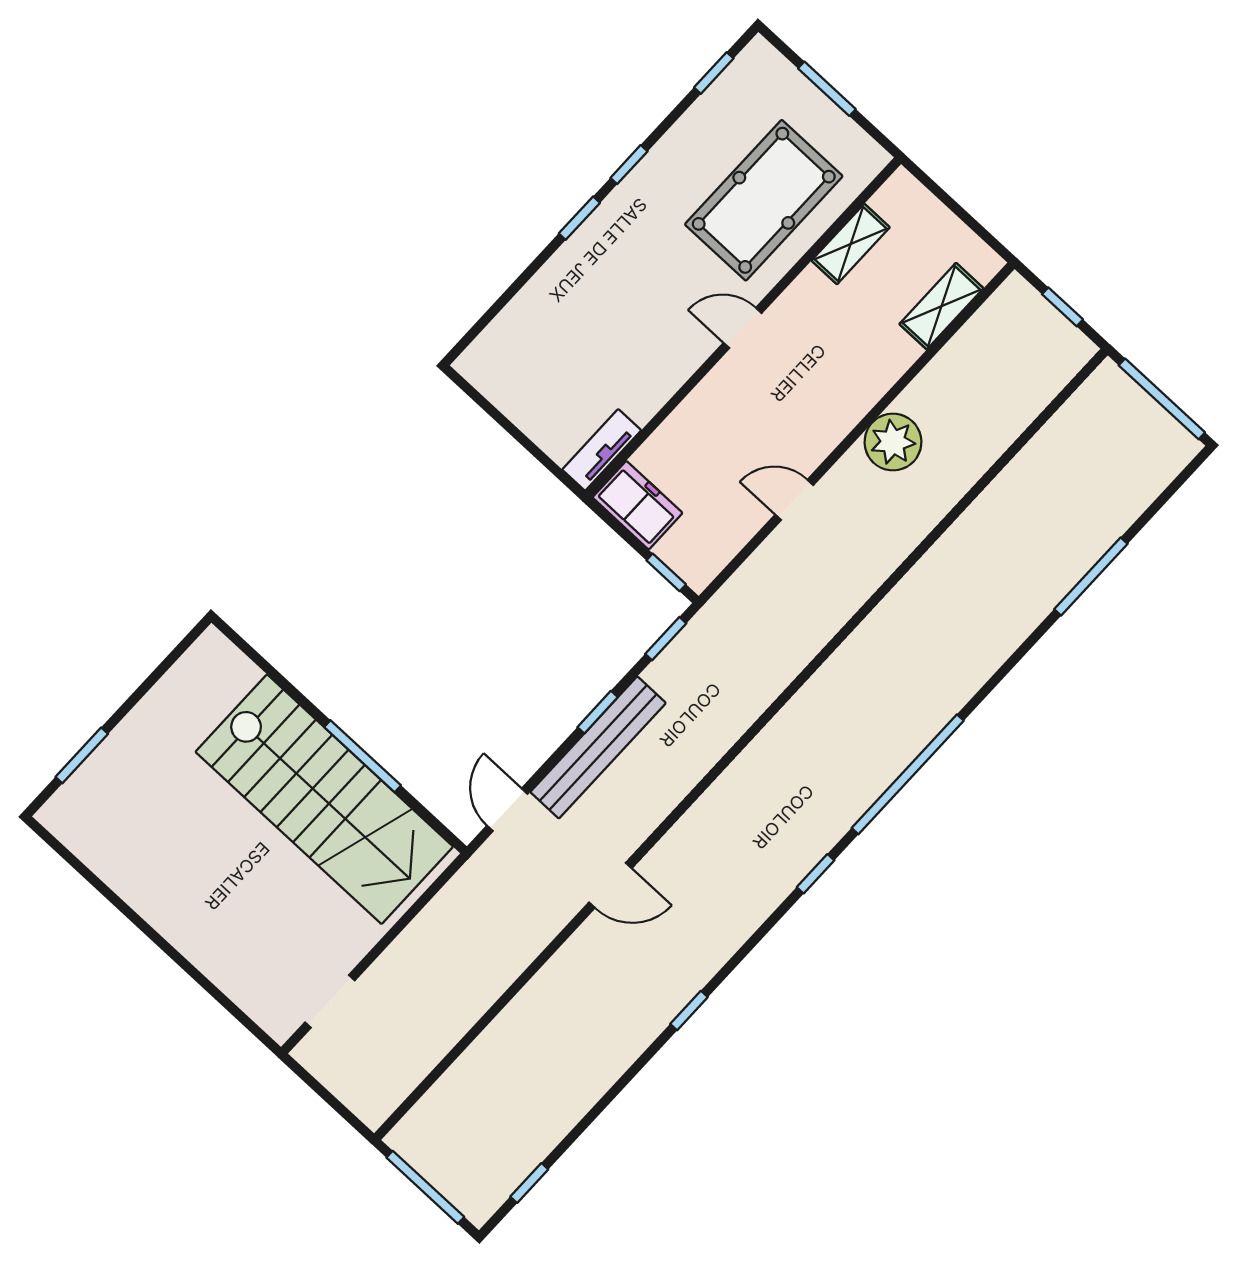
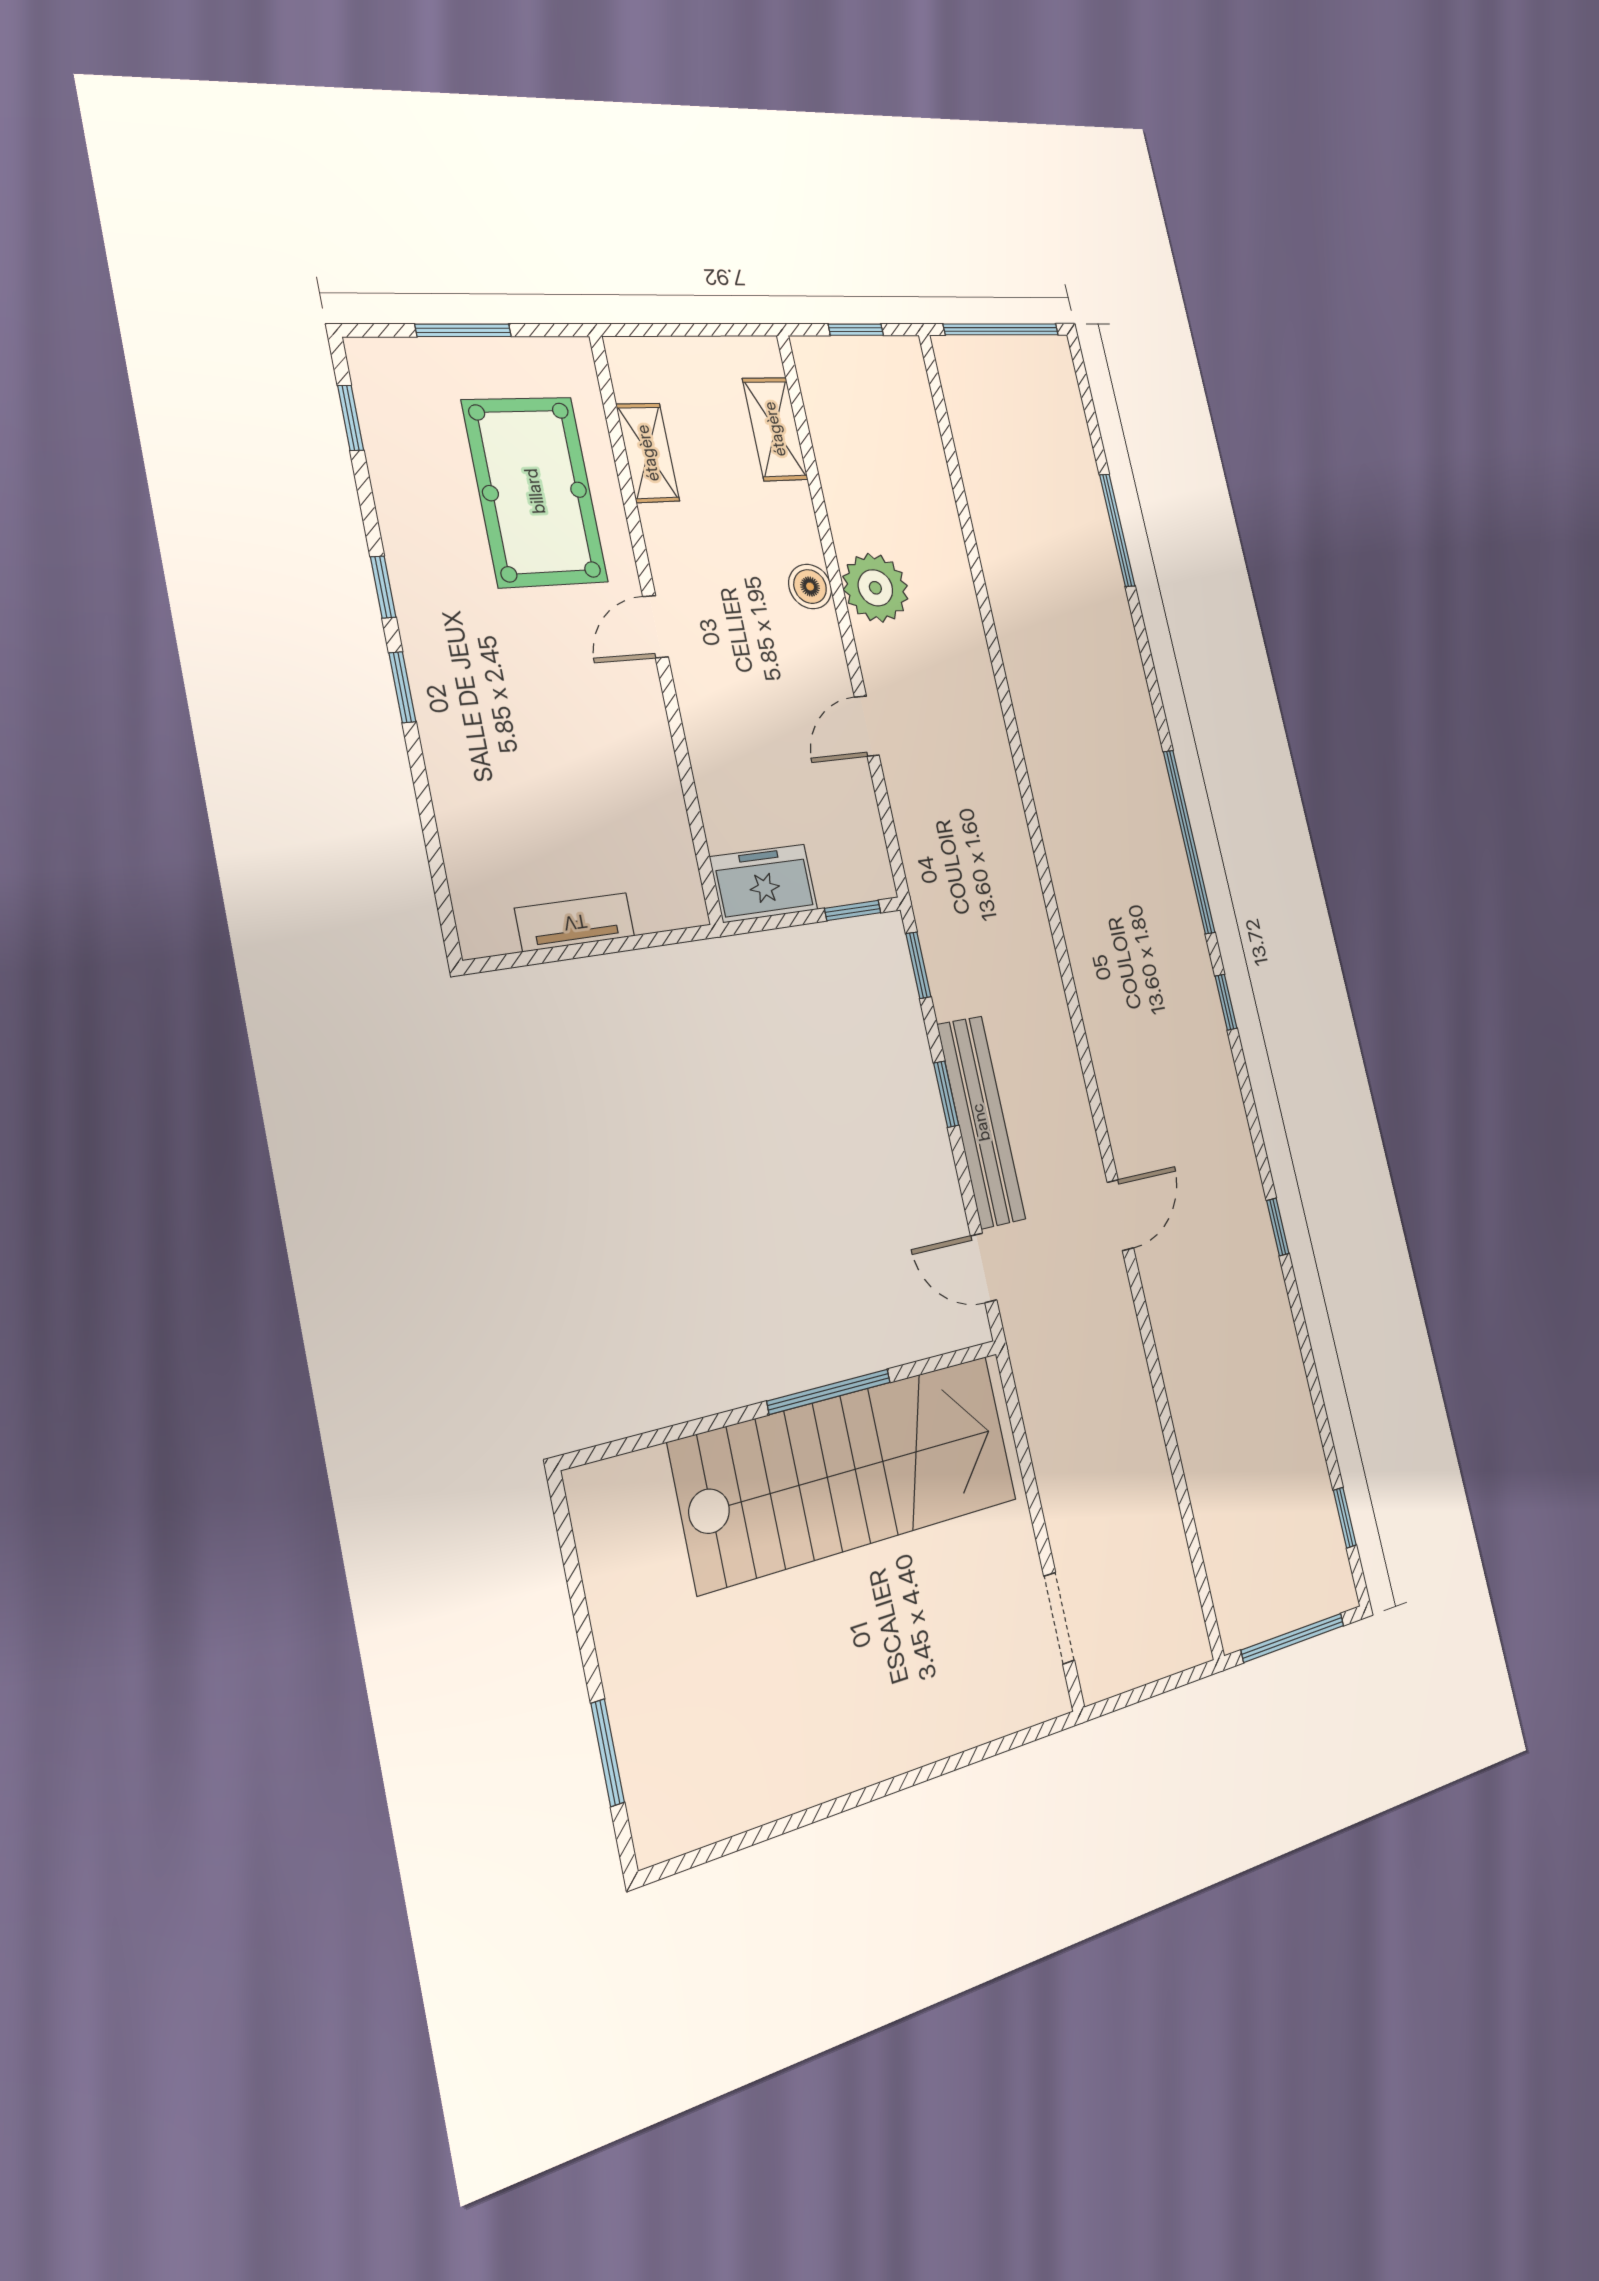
boiler: (855, 401) -> (810, 587), added
tv unit: (602, 450) -> (575, 922), moved, turned 90

